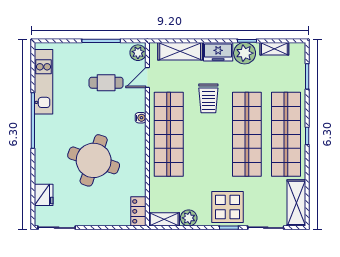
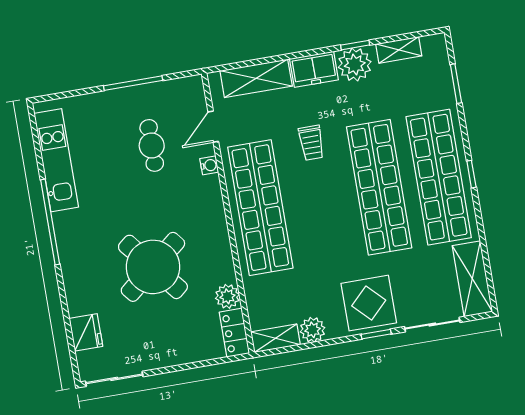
plant: (138, 53) -> (227, 296), moved
cafe table: (106, 83) -> (152, 145), turned 90
trolley: (208, 98) -> (311, 143), width x0.73, depth x0.72
water cooler: (141, 118) -> (209, 165), moved
round table: (94, 160) -> (153, 267), turned 32

